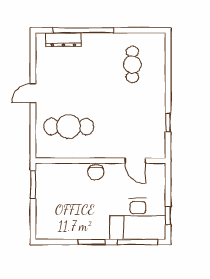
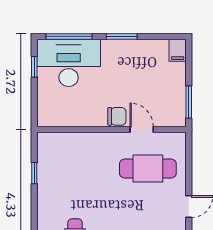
door: (135, 161) -> (142, 129), moved
chair: (96, 172) -> (117, 116), turned 90
filing cabinet: (43, 230) -> (178, 50), added

